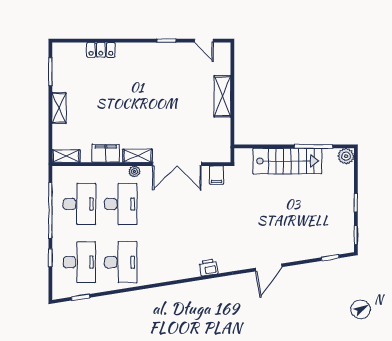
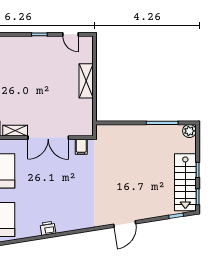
stairs: (287, 161) -> (185, 182), moved, turned 90
plant: (135, 171) -> (13, 144), removed
printer: (209, 267) -> (48, 228), moved

